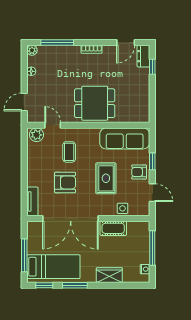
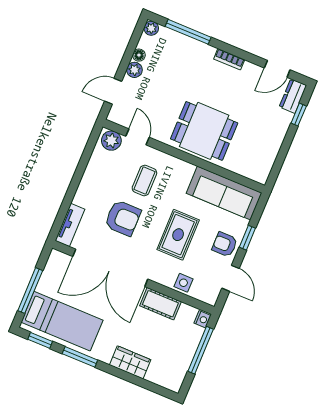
plant: (32, 82) -> (134, 70), added
nightstand: (145, 269) -> (202, 319), moved

